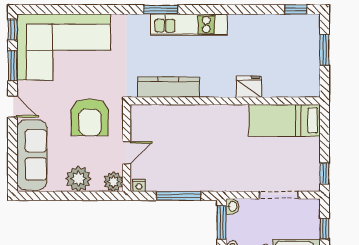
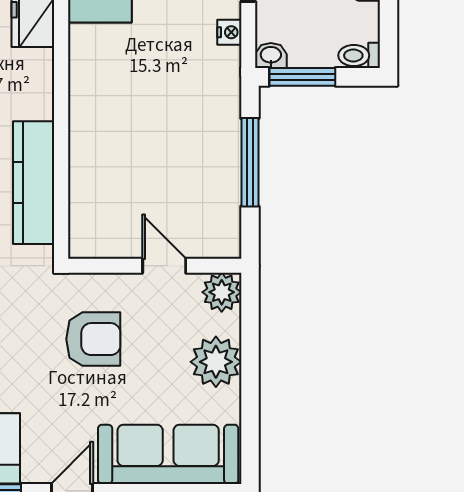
armchair: (90, 117) -> (93, 339), width x0.73, depth x0.73
nightstand: (139, 186) -> (229, 32), moved

